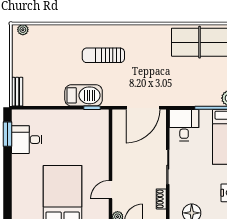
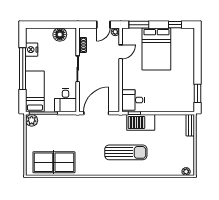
sun lounger: (103, 55) -> (126, 152), width x1.36, depth x1.34
desk: (27, 140) -> (133, 100), moved, turned 180

